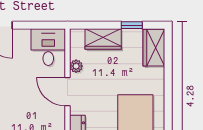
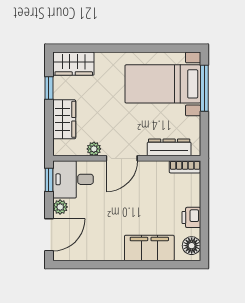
window: (48, 25) -> (49, 180), added
plant: (23, 35) -> (60, 207), added

